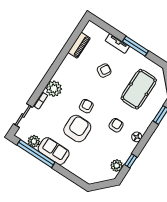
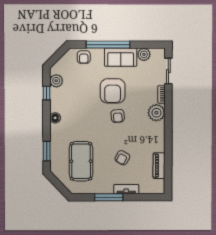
armchair: (116, 125) -> (84, 57), moved
window: (36, 154) -> (108, 45), moved

